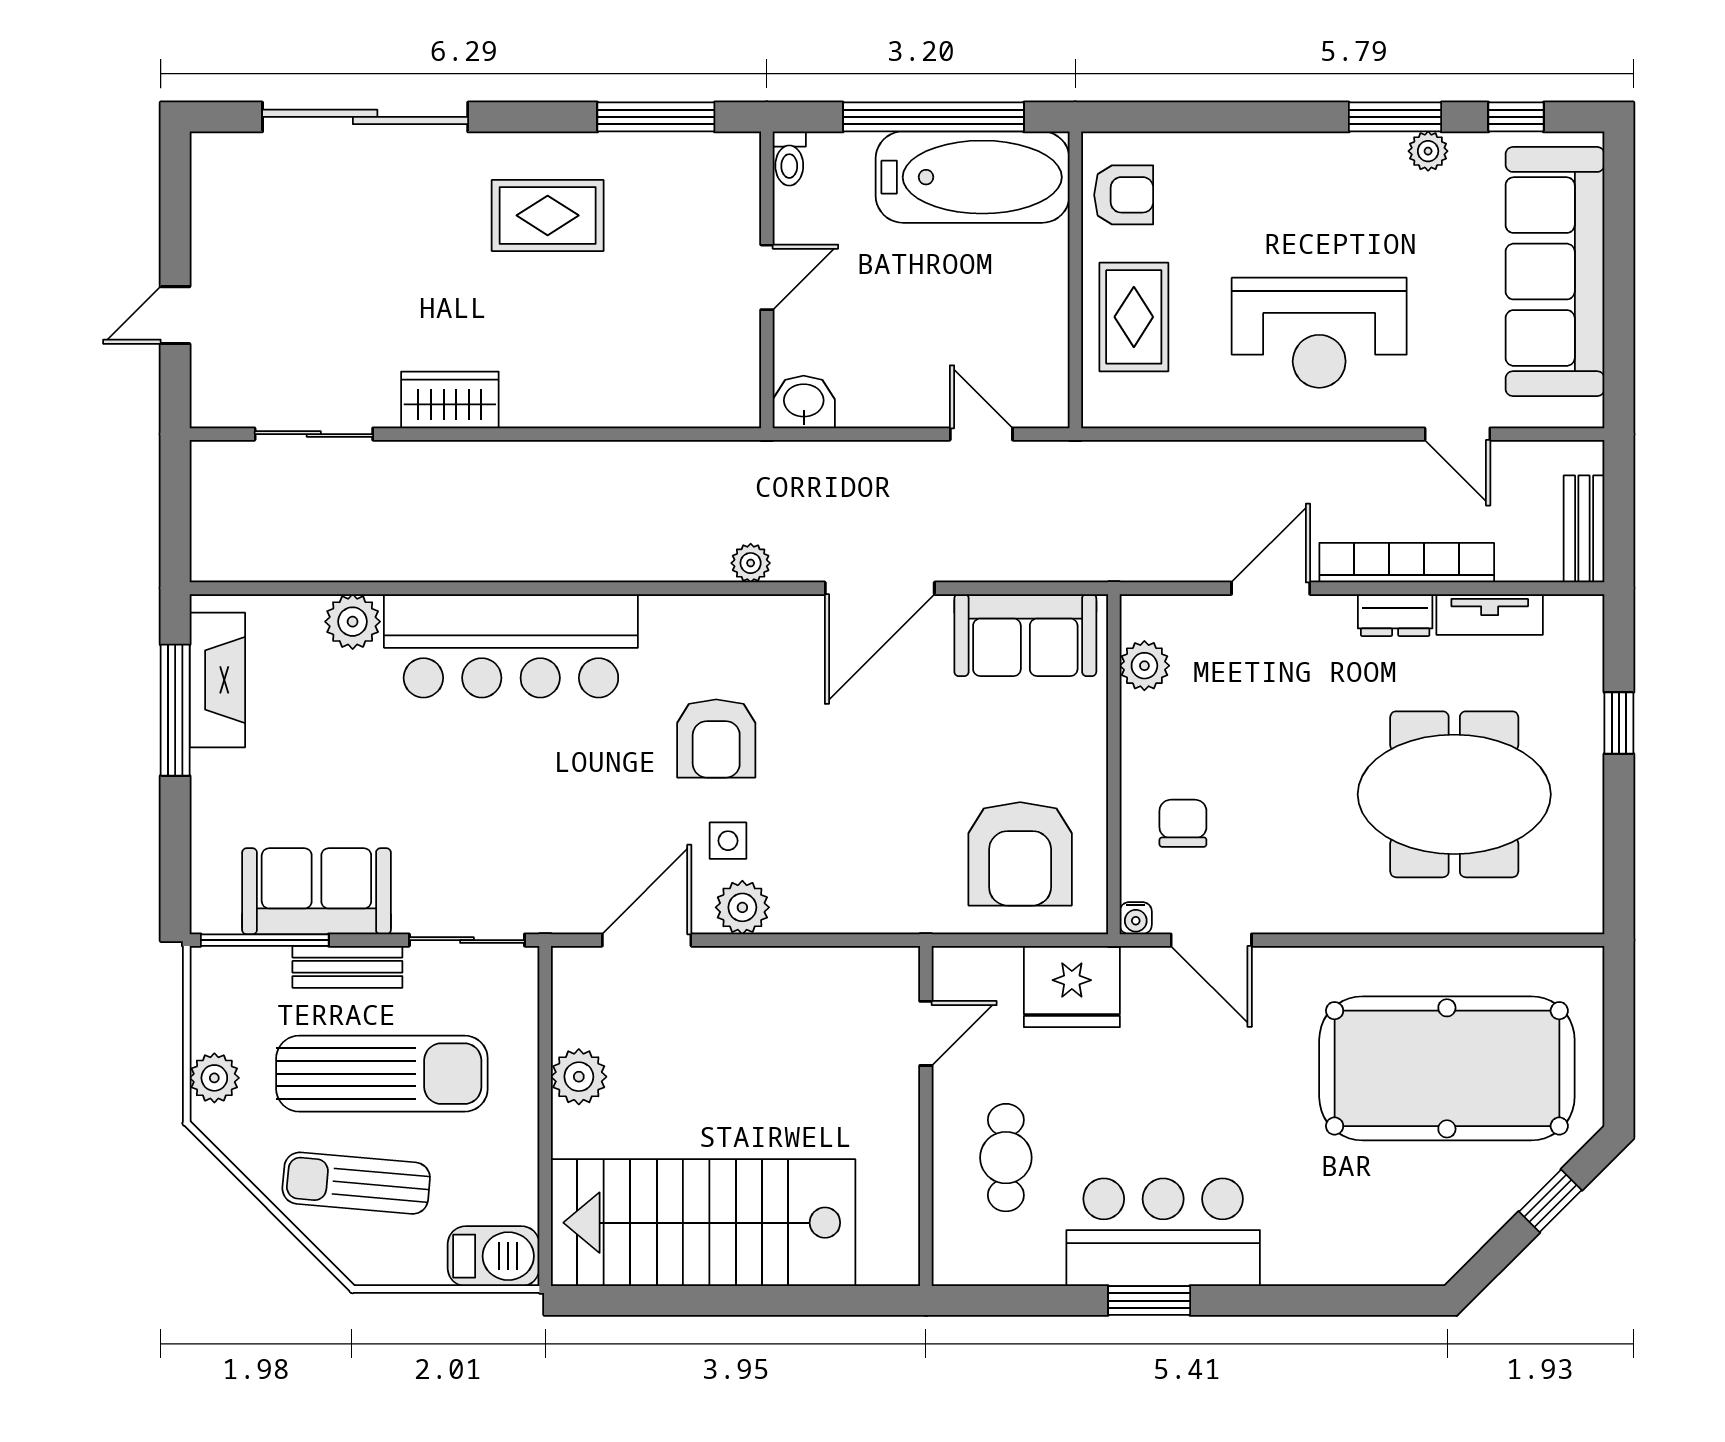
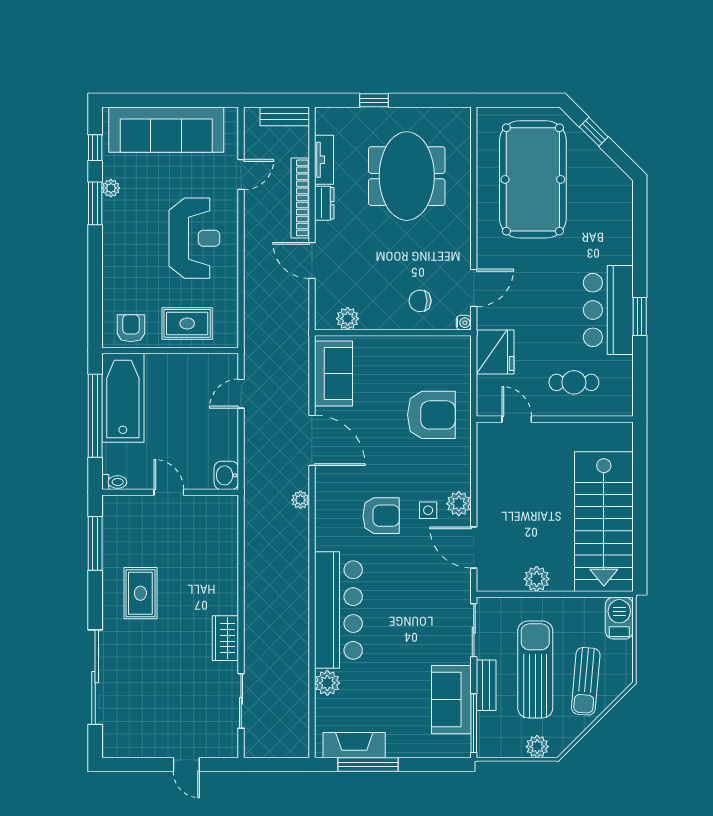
armchair: (1020, 854) -> (431, 415), moved

